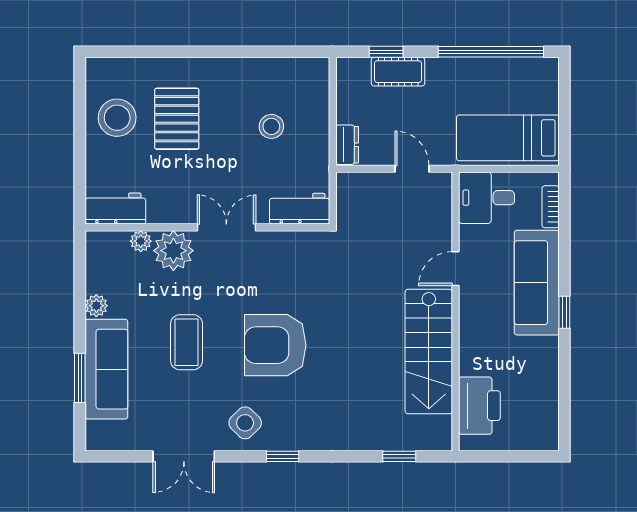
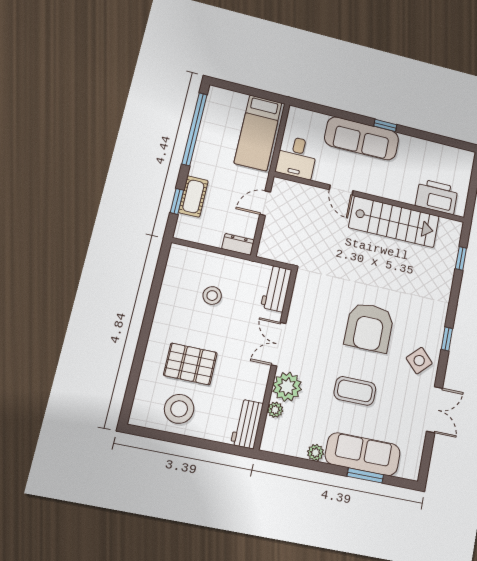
bookcase: (551, 207) -> (312, 116), removed

